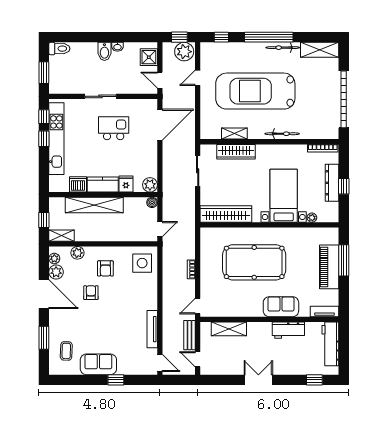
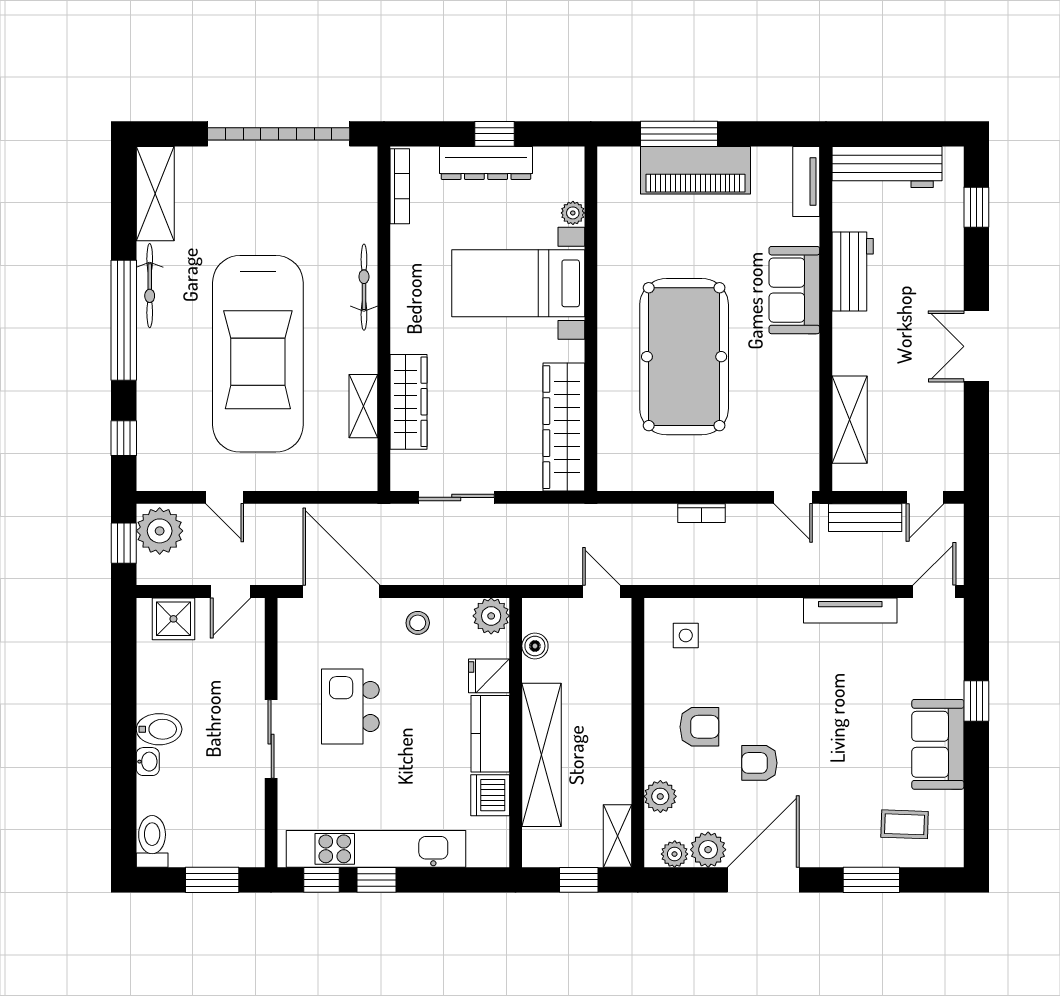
washbasin: (117, 47) -> (148, 762), moved
stool: (147, 155) -> (418, 623), added
boiler: (152, 202) -> (535, 646), moved
side table: (142, 263) -> (686, 635), width x0.54, depth x0.54

